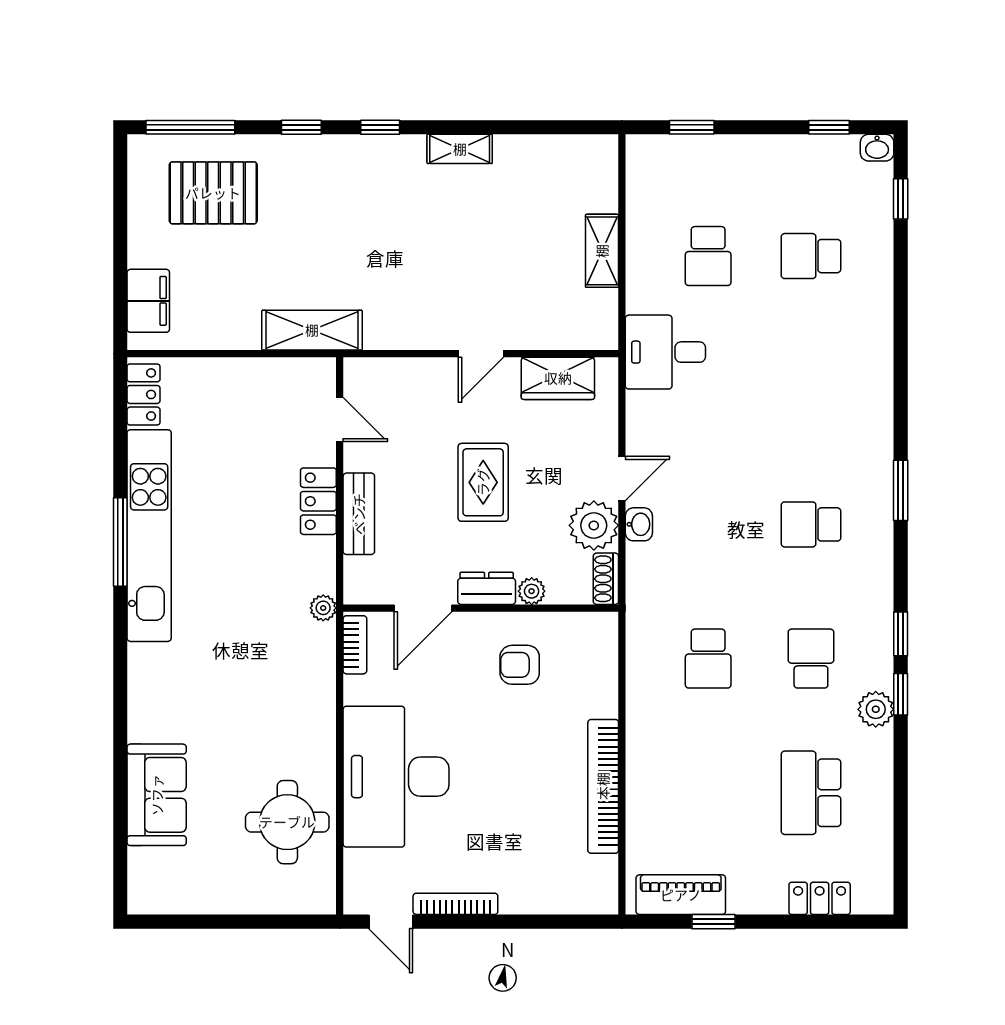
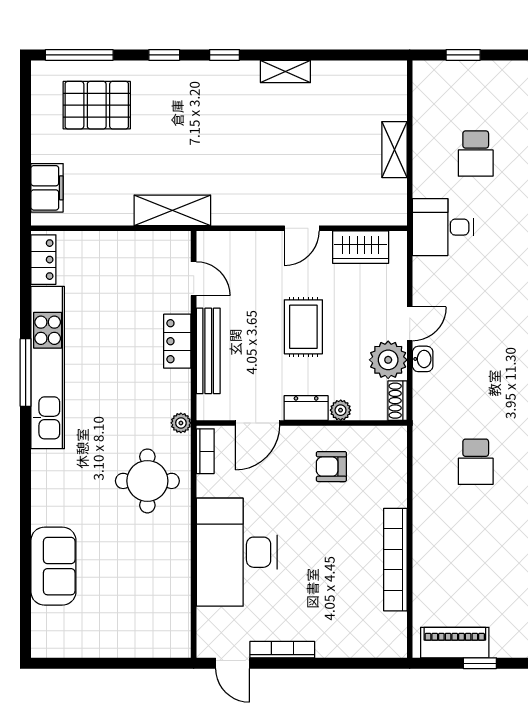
bench: (359, 514) -> (208, 351), width x1.36
round table: (287, 822) -> (147, 481), moved

